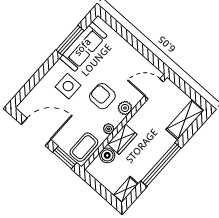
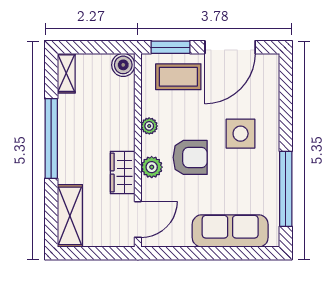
window: (70, 40) -> (286, 189), width x1.46
sofa: (83, 47) -> (230, 231), moved, turned 90
wardrobe: (122, 139) -> (123, 172), moved
coffee table: (84, 147) -> (178, 77), moved, turned 90
boiler: (107, 155) -> (123, 65), moved

